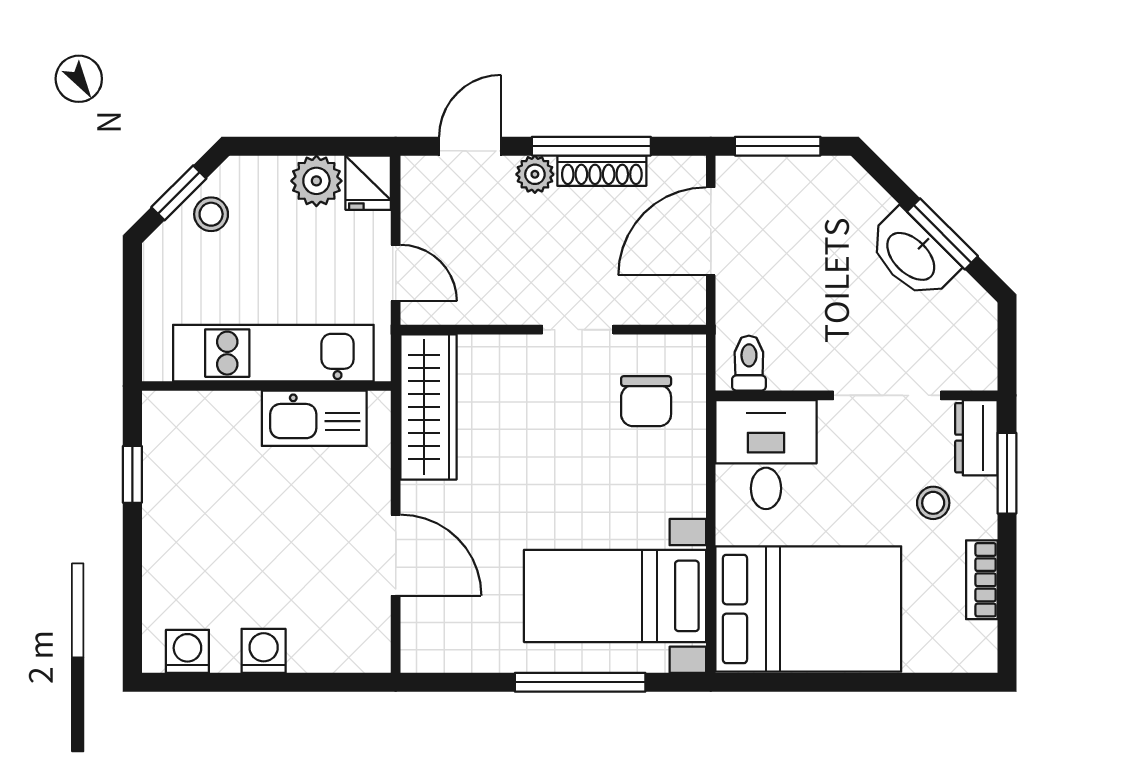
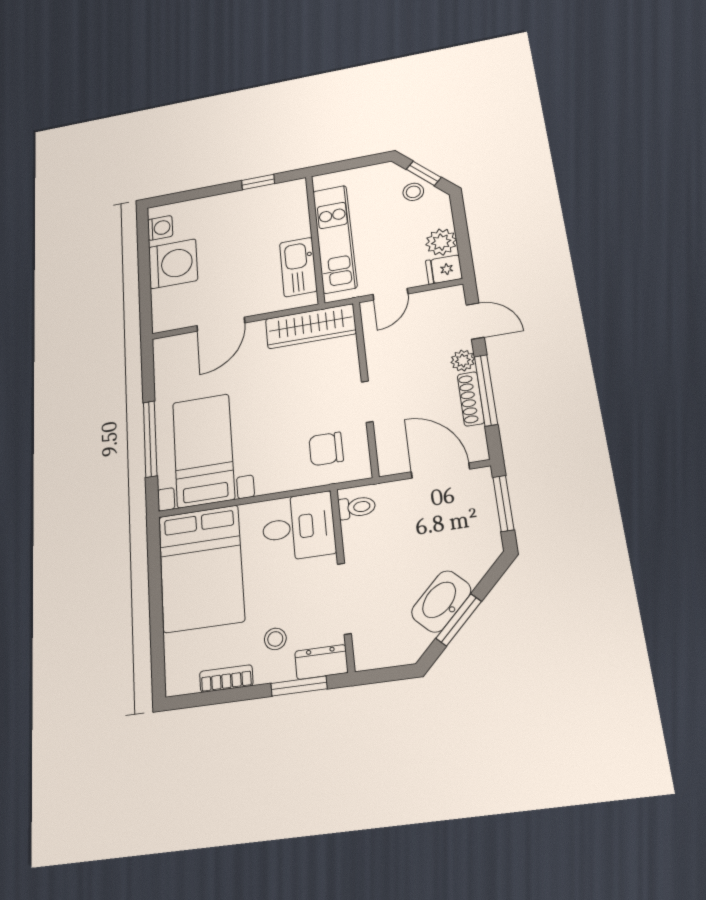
washing machine: (264, 651) -> (173, 264), width x1.89, depth x1.89

